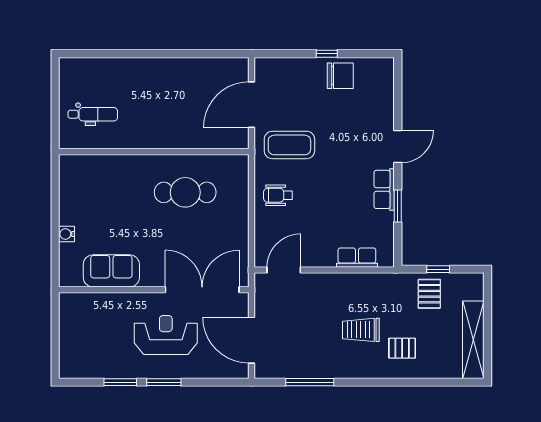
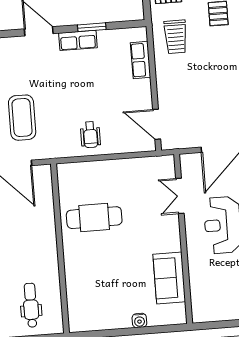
coffee table: (289, 145) -> (22, 118), moved
cafe table: (185, 192) -> (94, 218), turned 90
double door: (202, 290) -> (180, 196), width x0.54
trolley: (361, 330) -> (176, 37), moved

